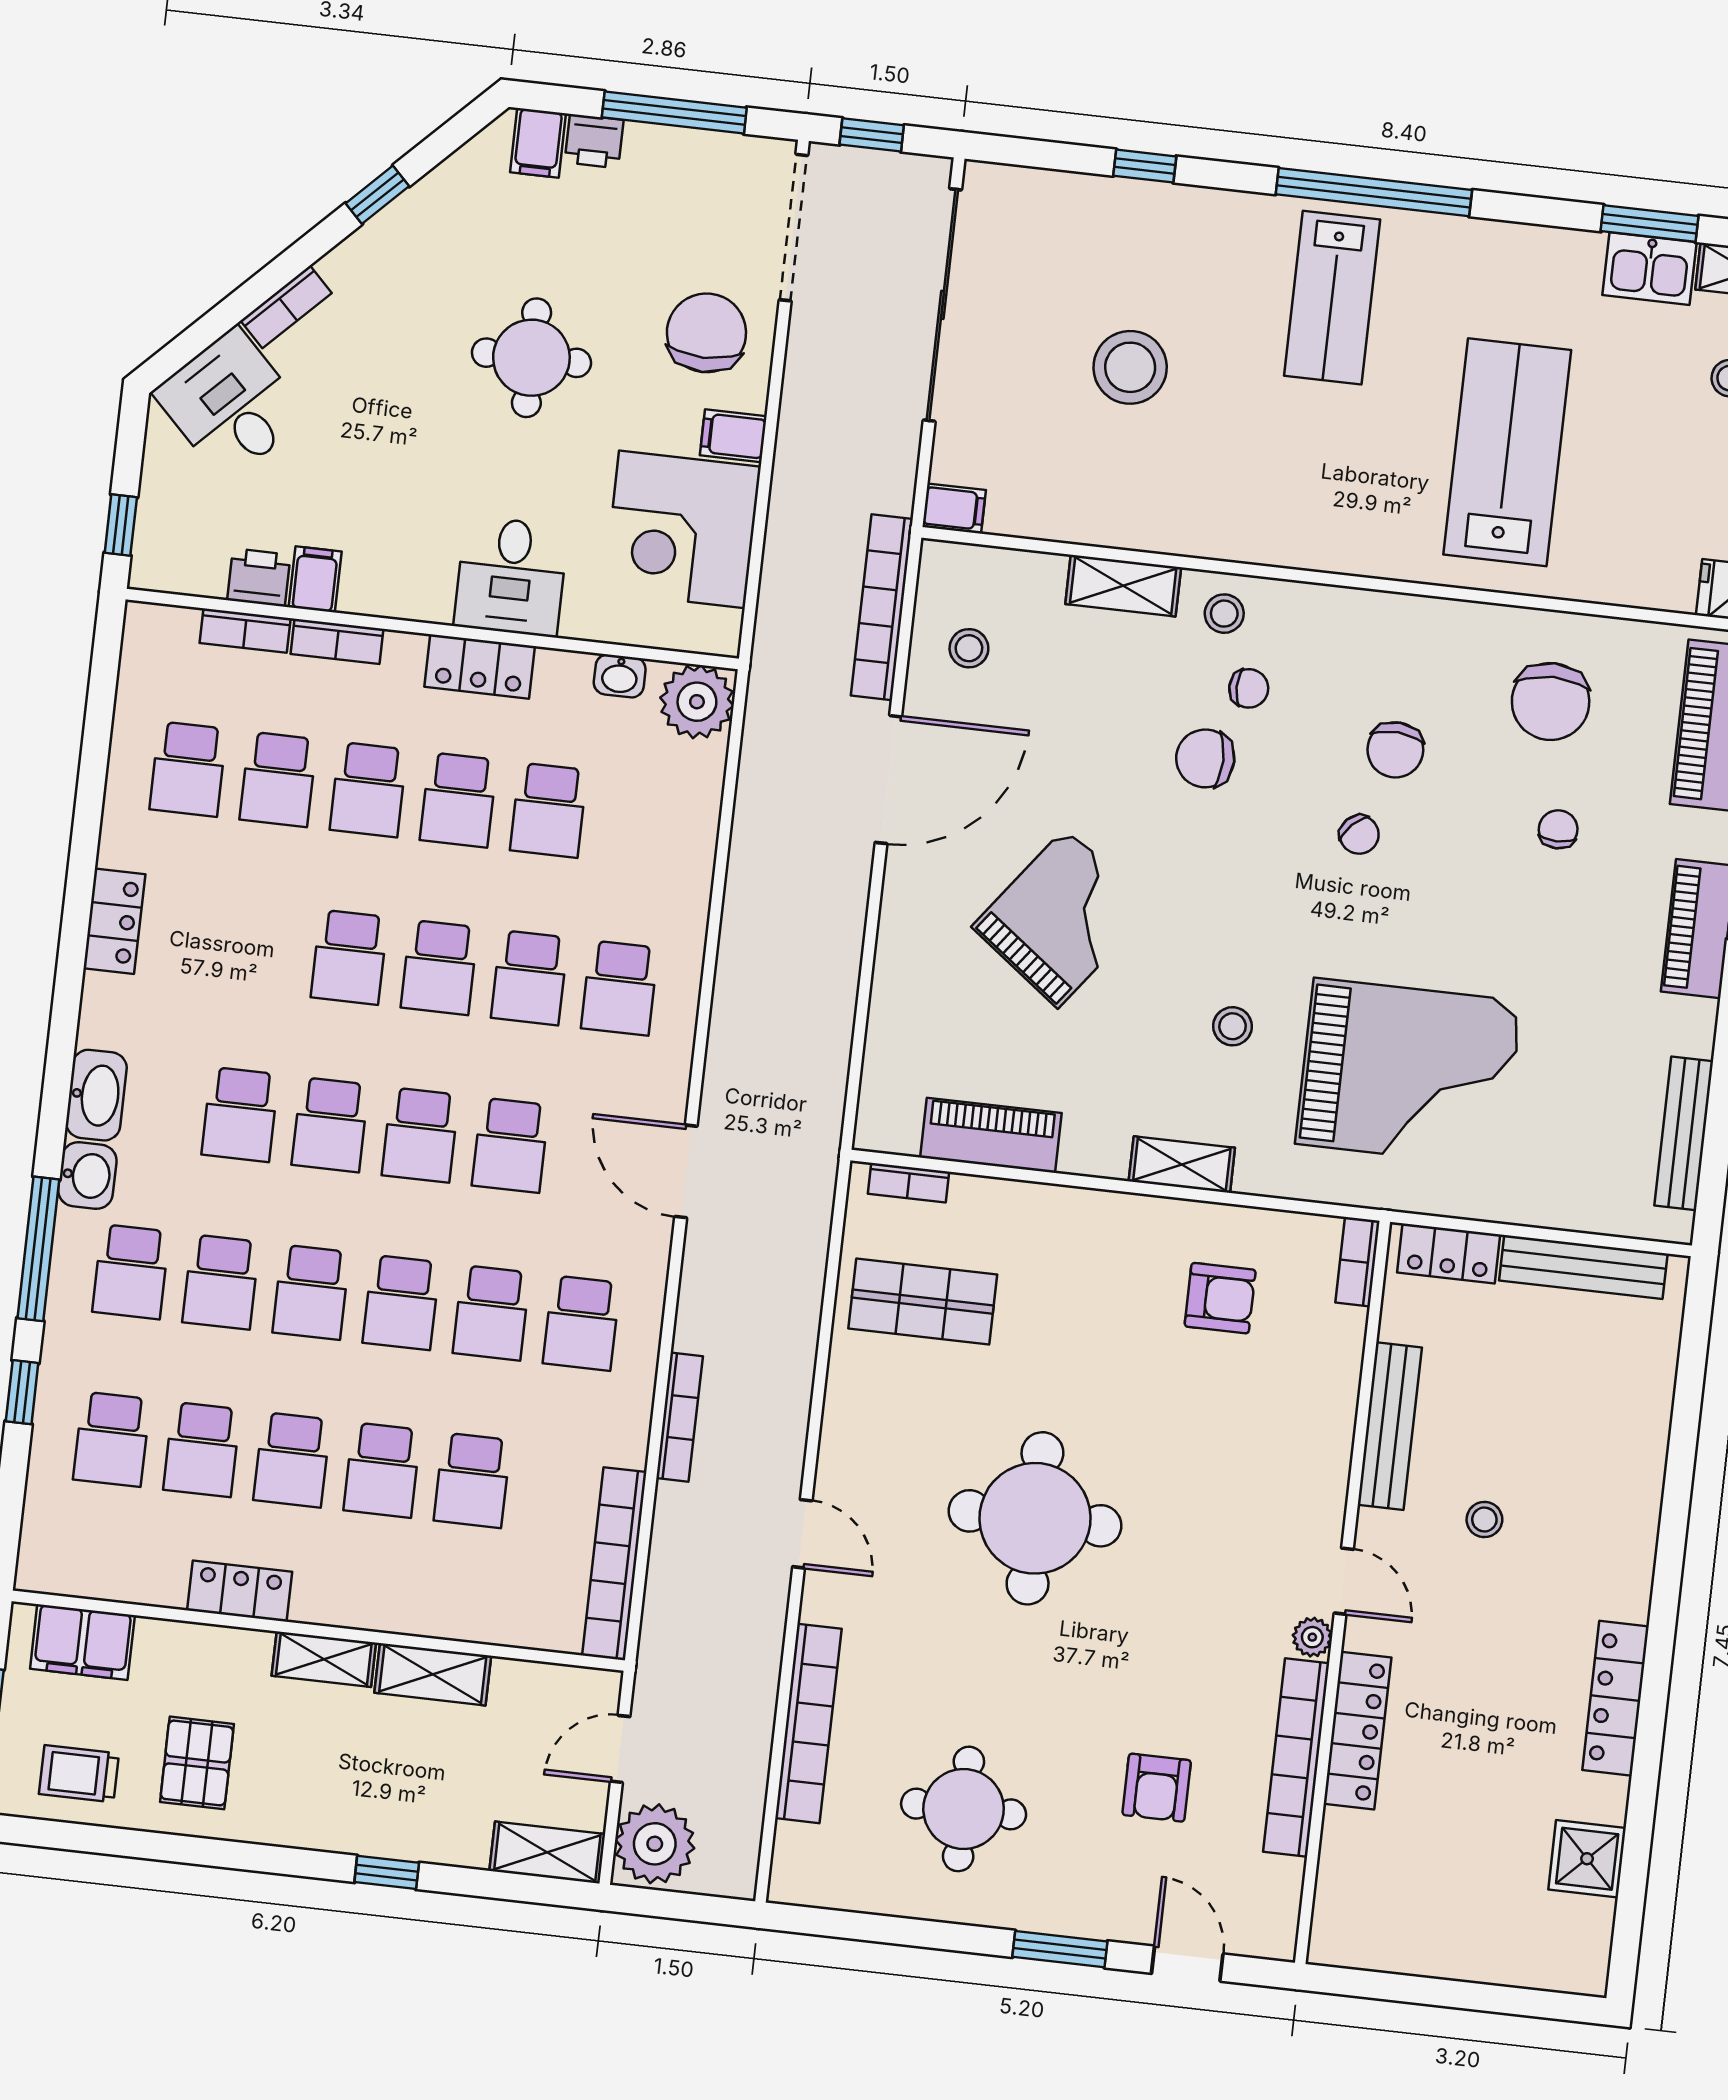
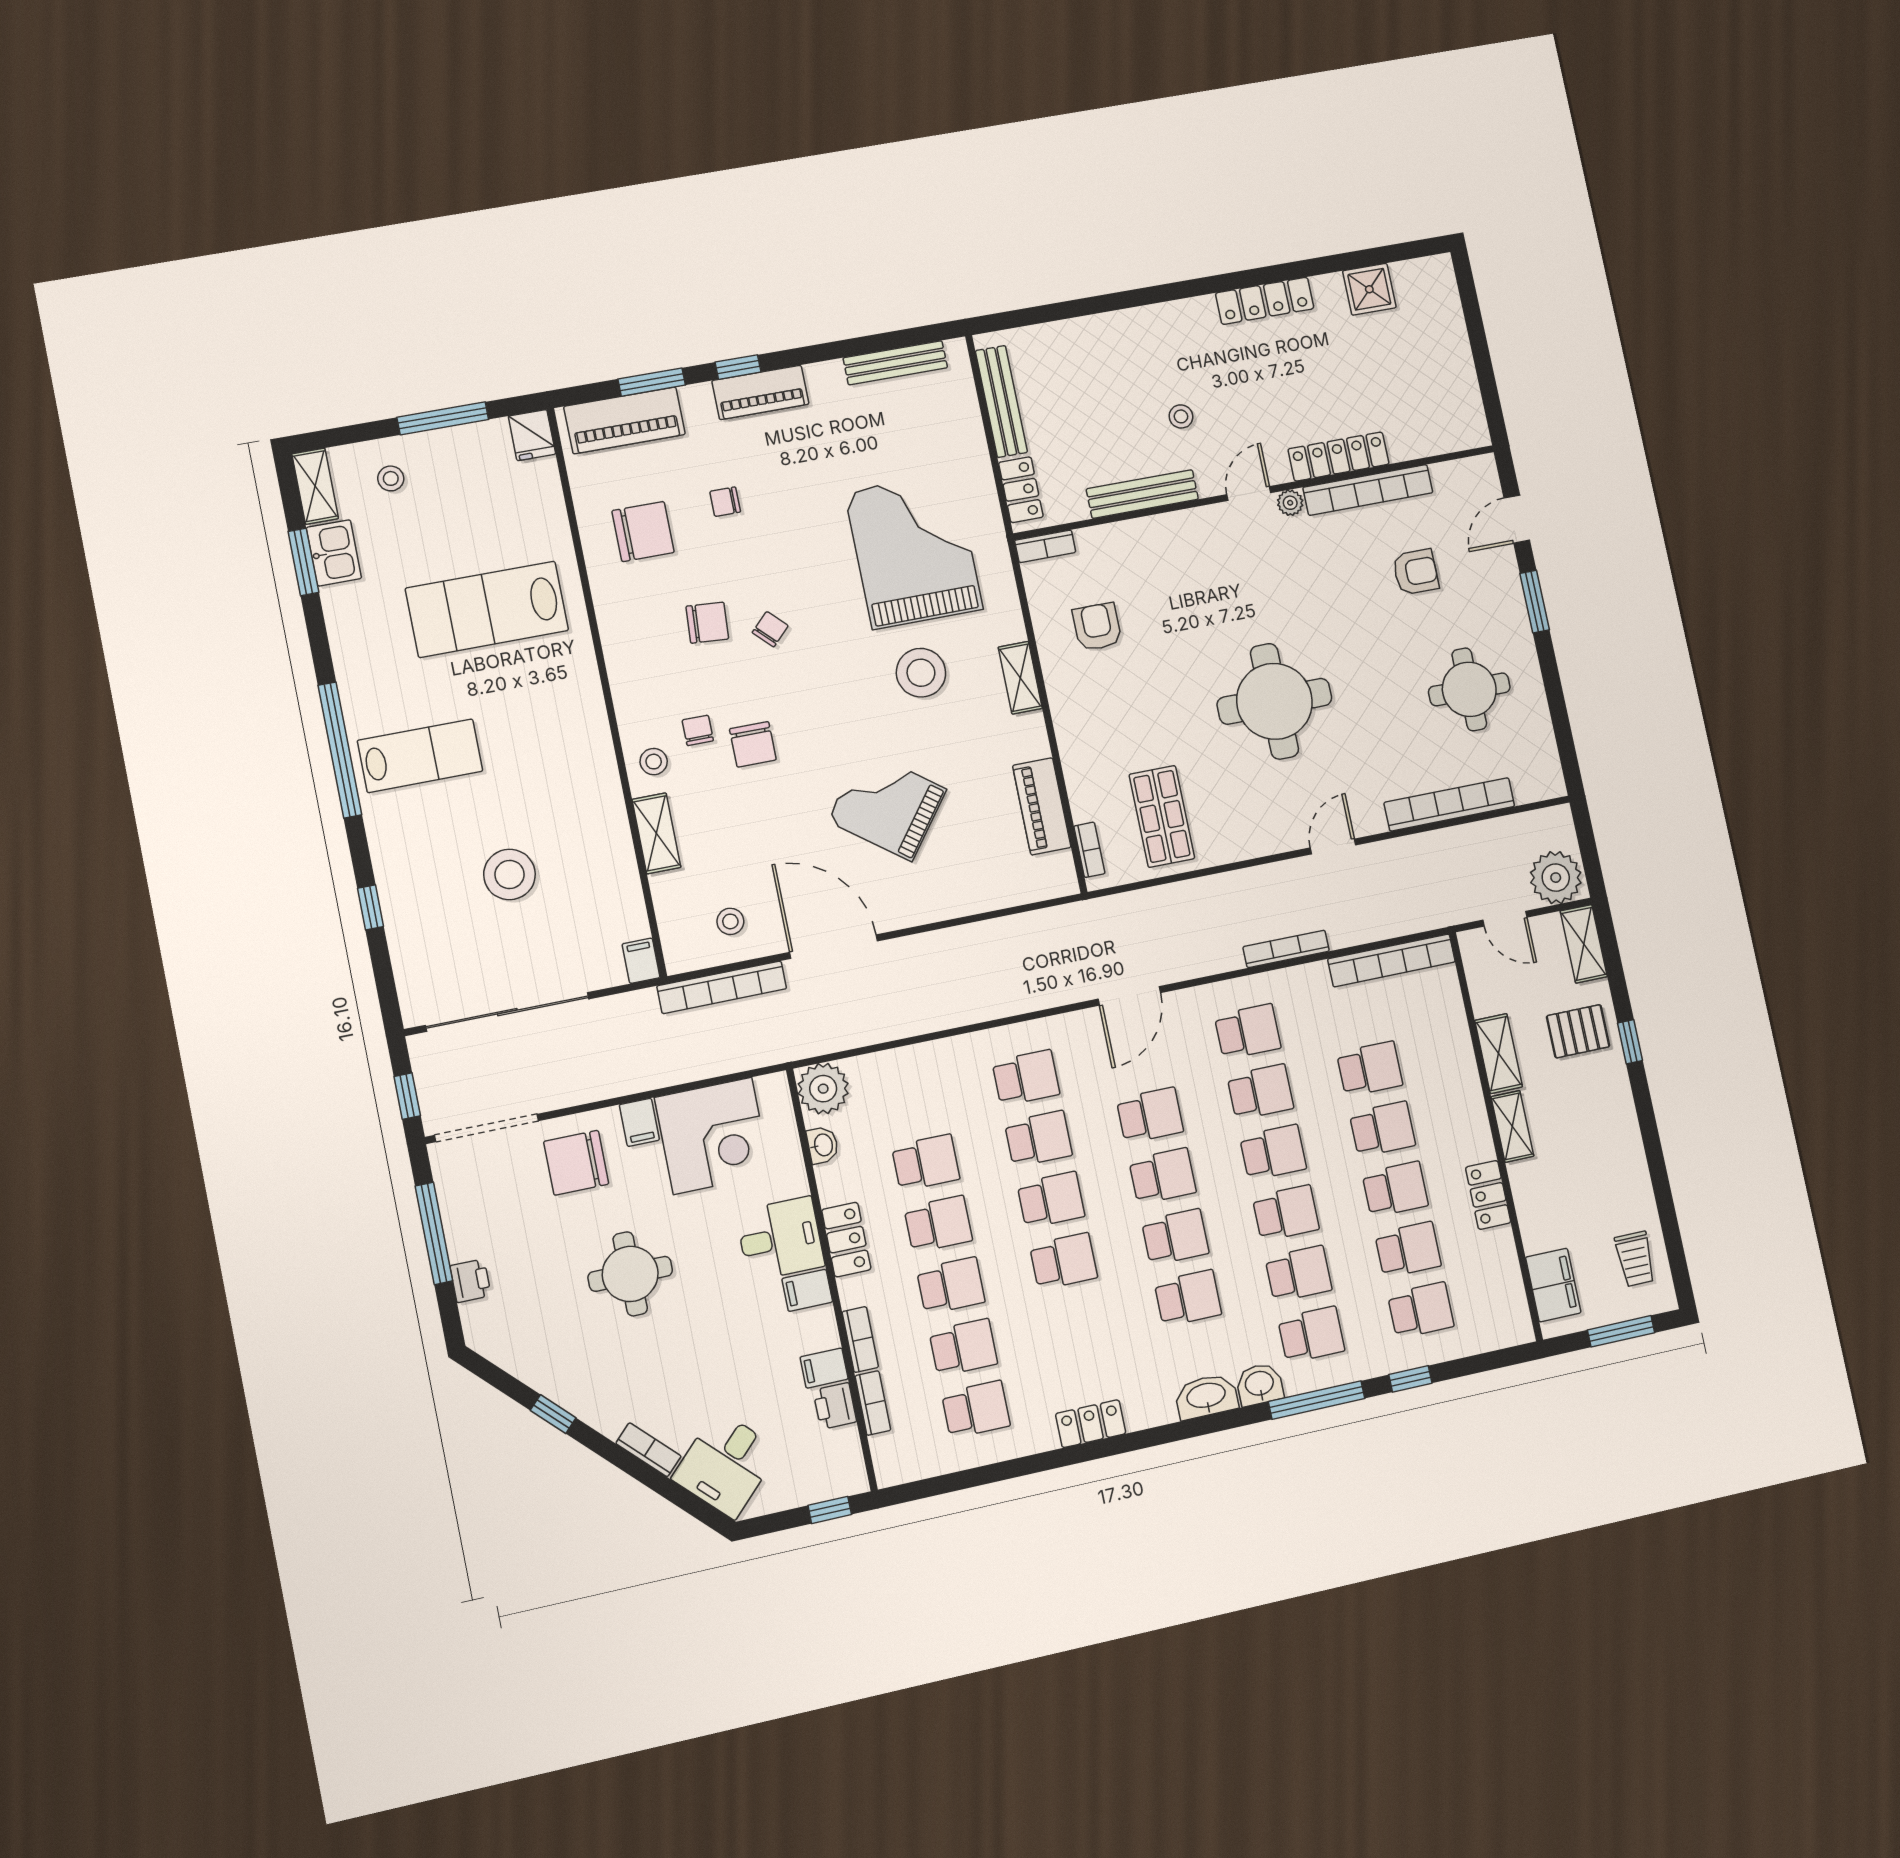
filing cabinet: (538, 143) -> (807, 1290), moved, turned 180
stool: (1233, 1026) -> (921, 673), width x1.89, depth x1.89
pallet: (197, 1763) -> (1578, 1031), moved

